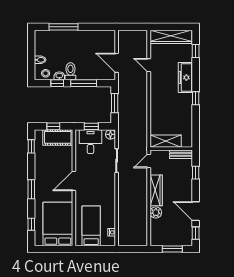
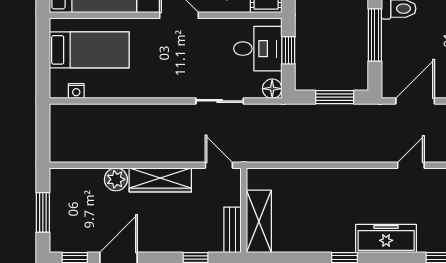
shelving: (166, 141) -> (259, 221), moved

